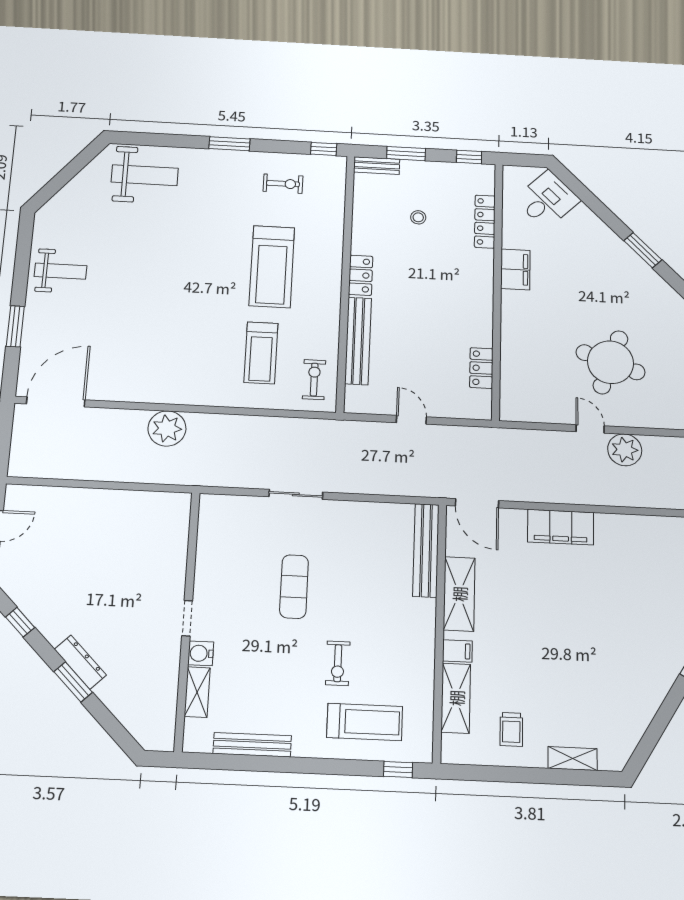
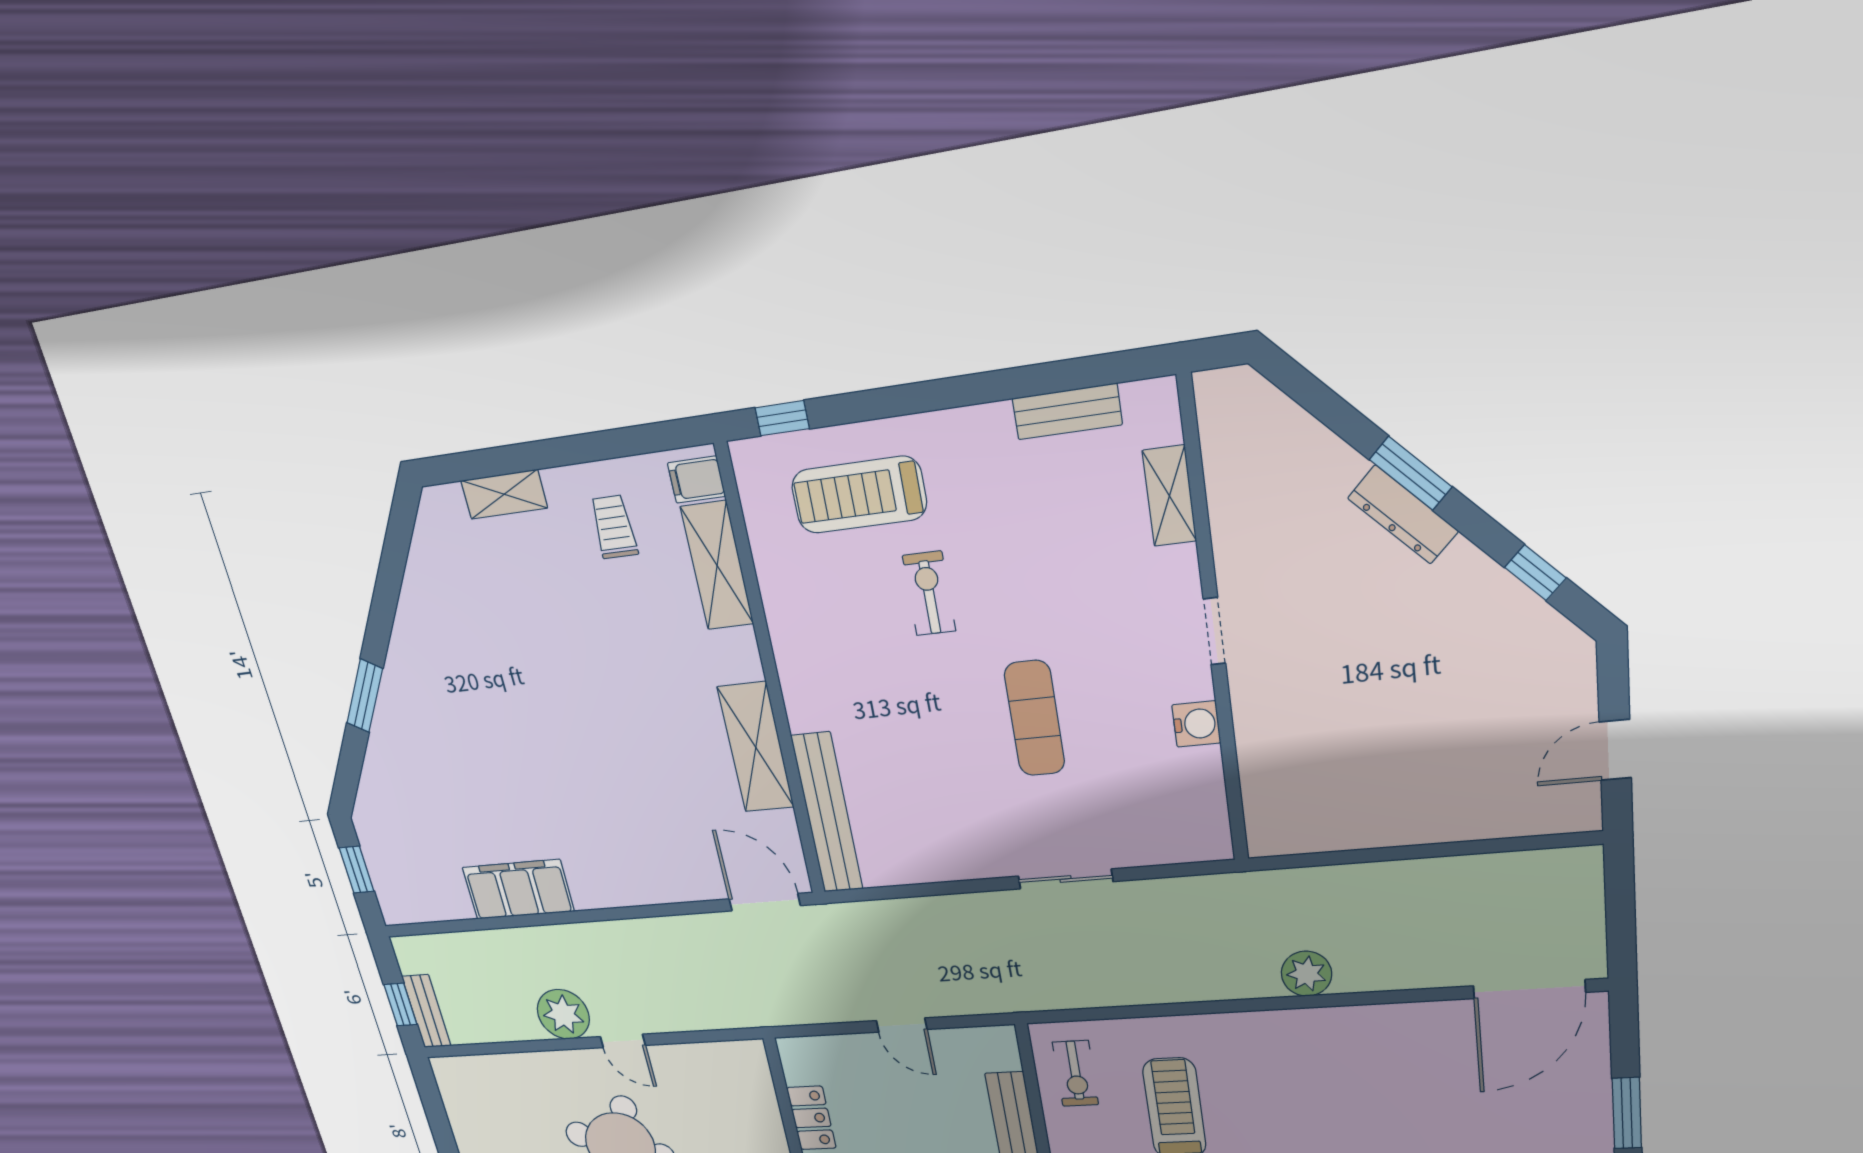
plant: (167, 428) -> (1307, 974), width x0.73, depth x0.73
filing cabinet: (561, 527) -> (518, 889), moved
filing cabinet: (457, 651) -> (696, 480), moved
water cooler: (201, 653) -> (1196, 724), moved
bench: (252, 745) -> (1067, 412), width x0.73

